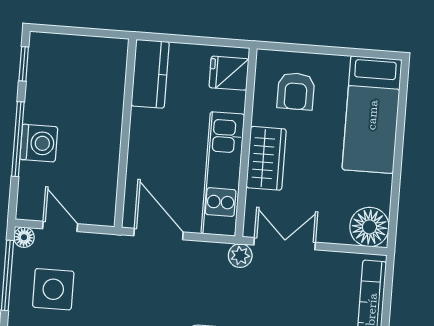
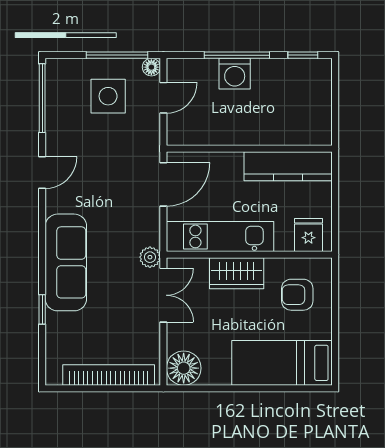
kitchen counter: (150, 74) -> (288, 166), width x1.50

